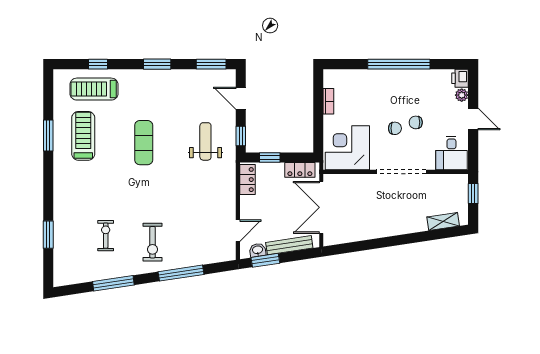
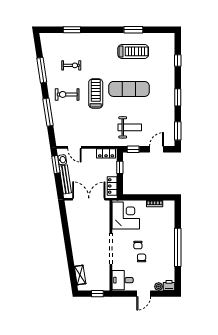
treadmill: (94, 89) -> (96, 94), moved
exercise mat: (144, 143) -> (129, 89), width x1.36, depth x1.45

